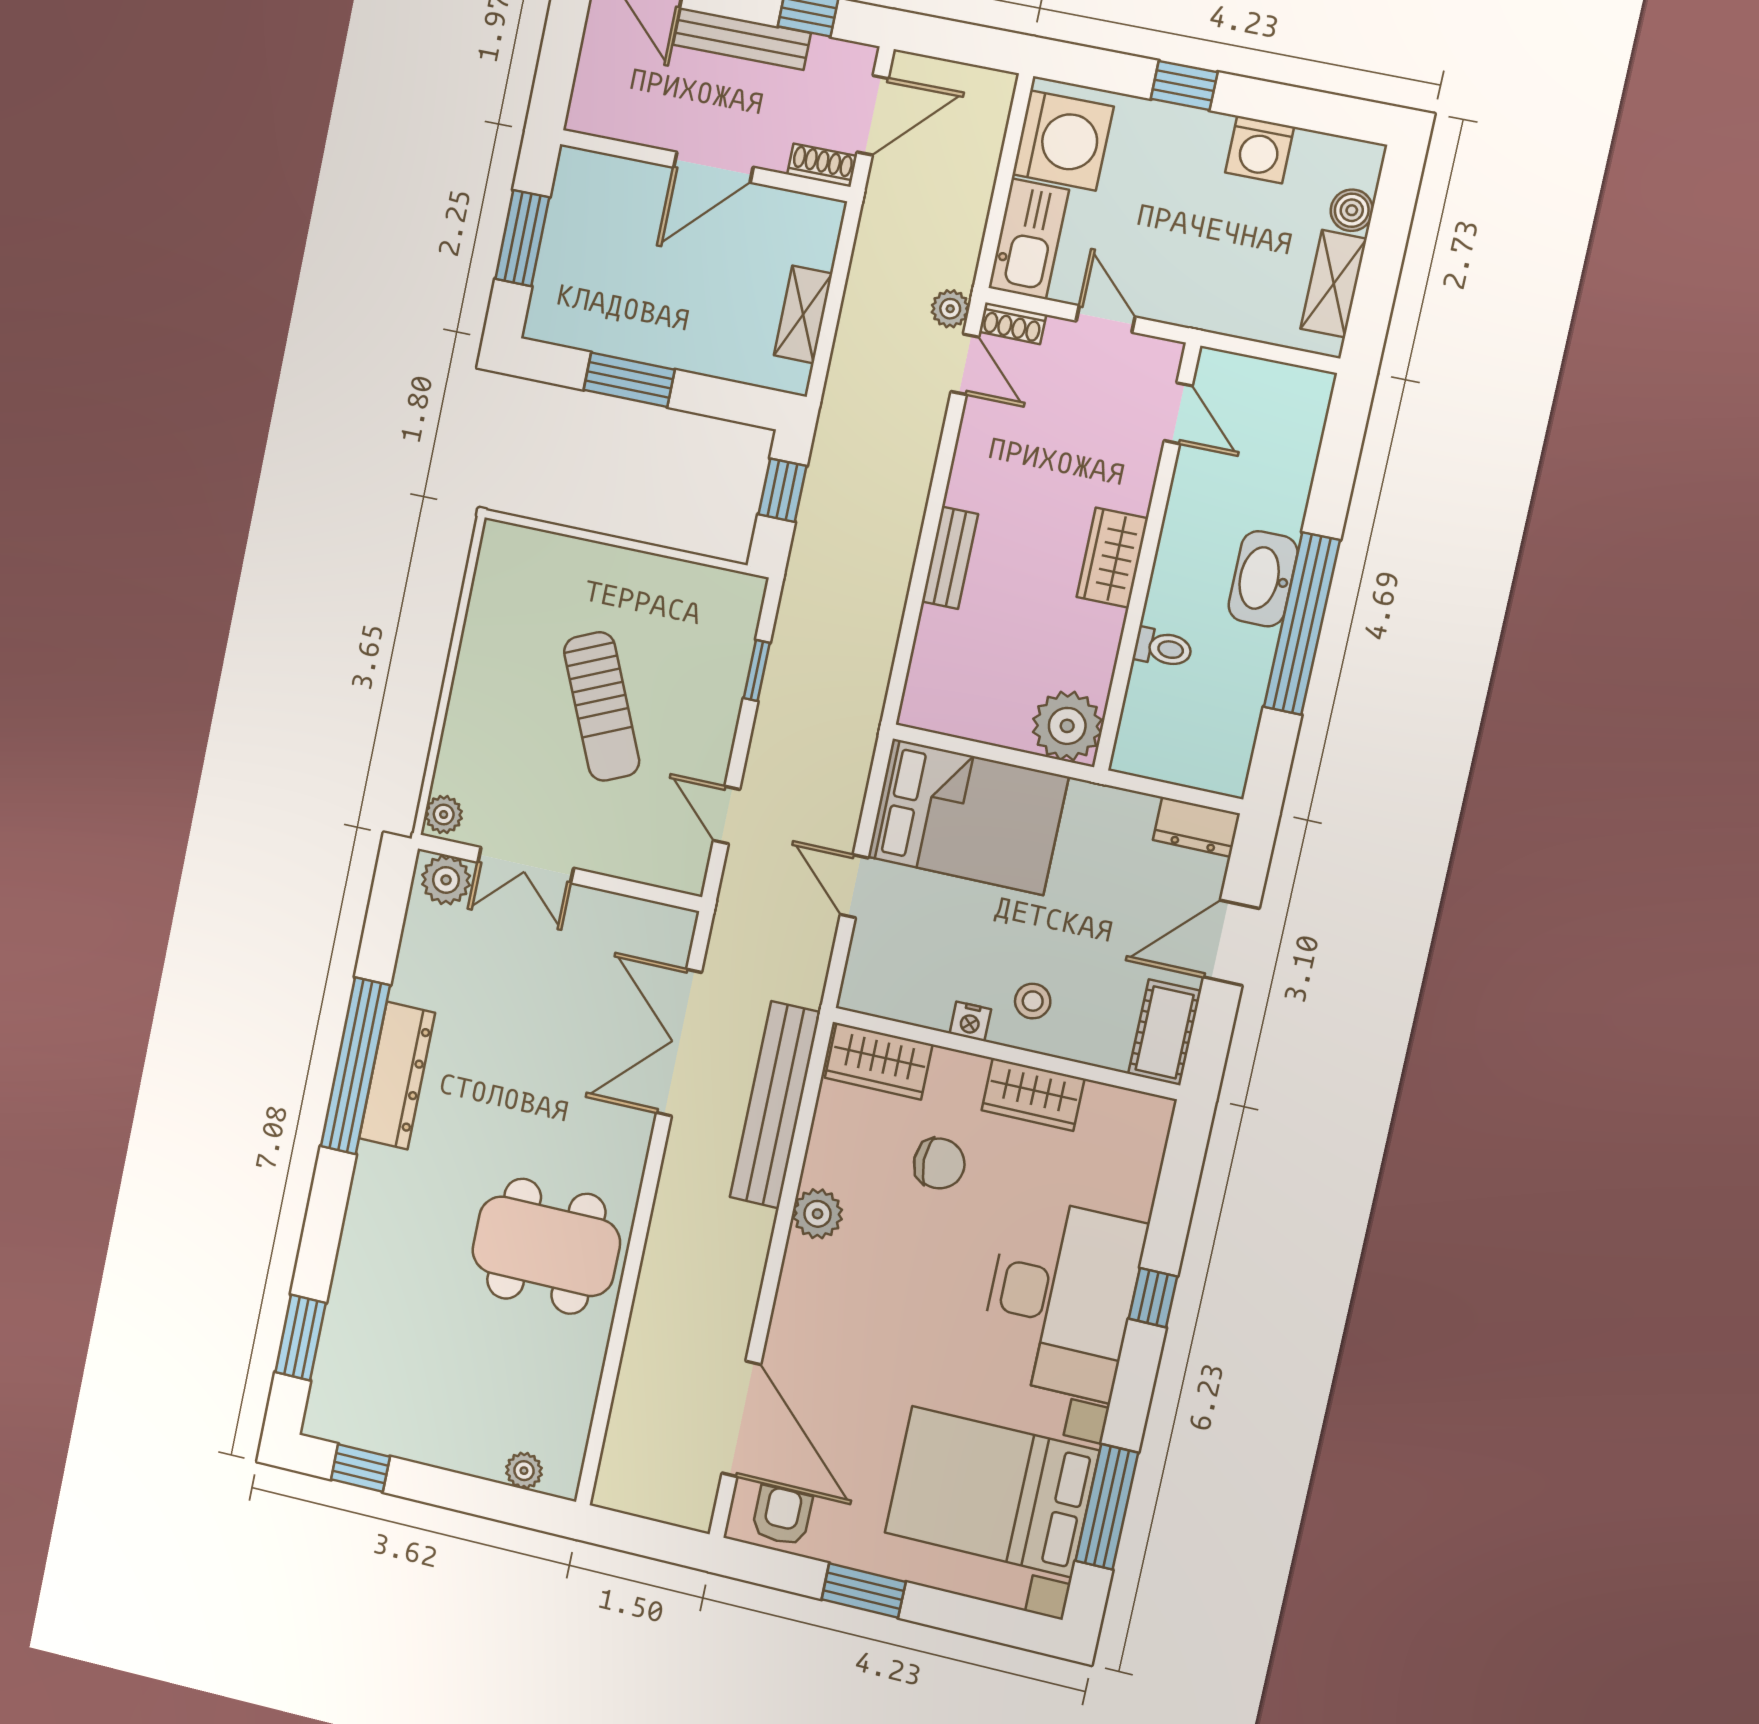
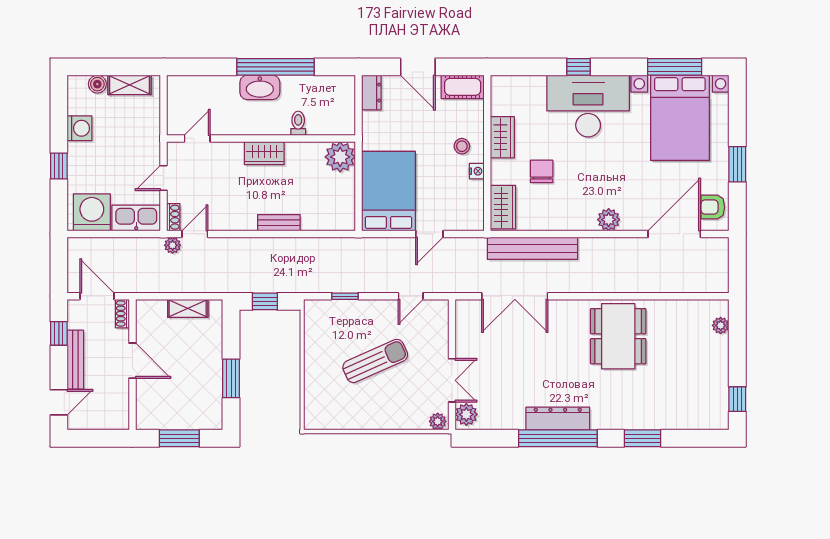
plant: (818, 1214) -> (609, 220), moved
window: (301, 1338) -> (642, 438), moved

